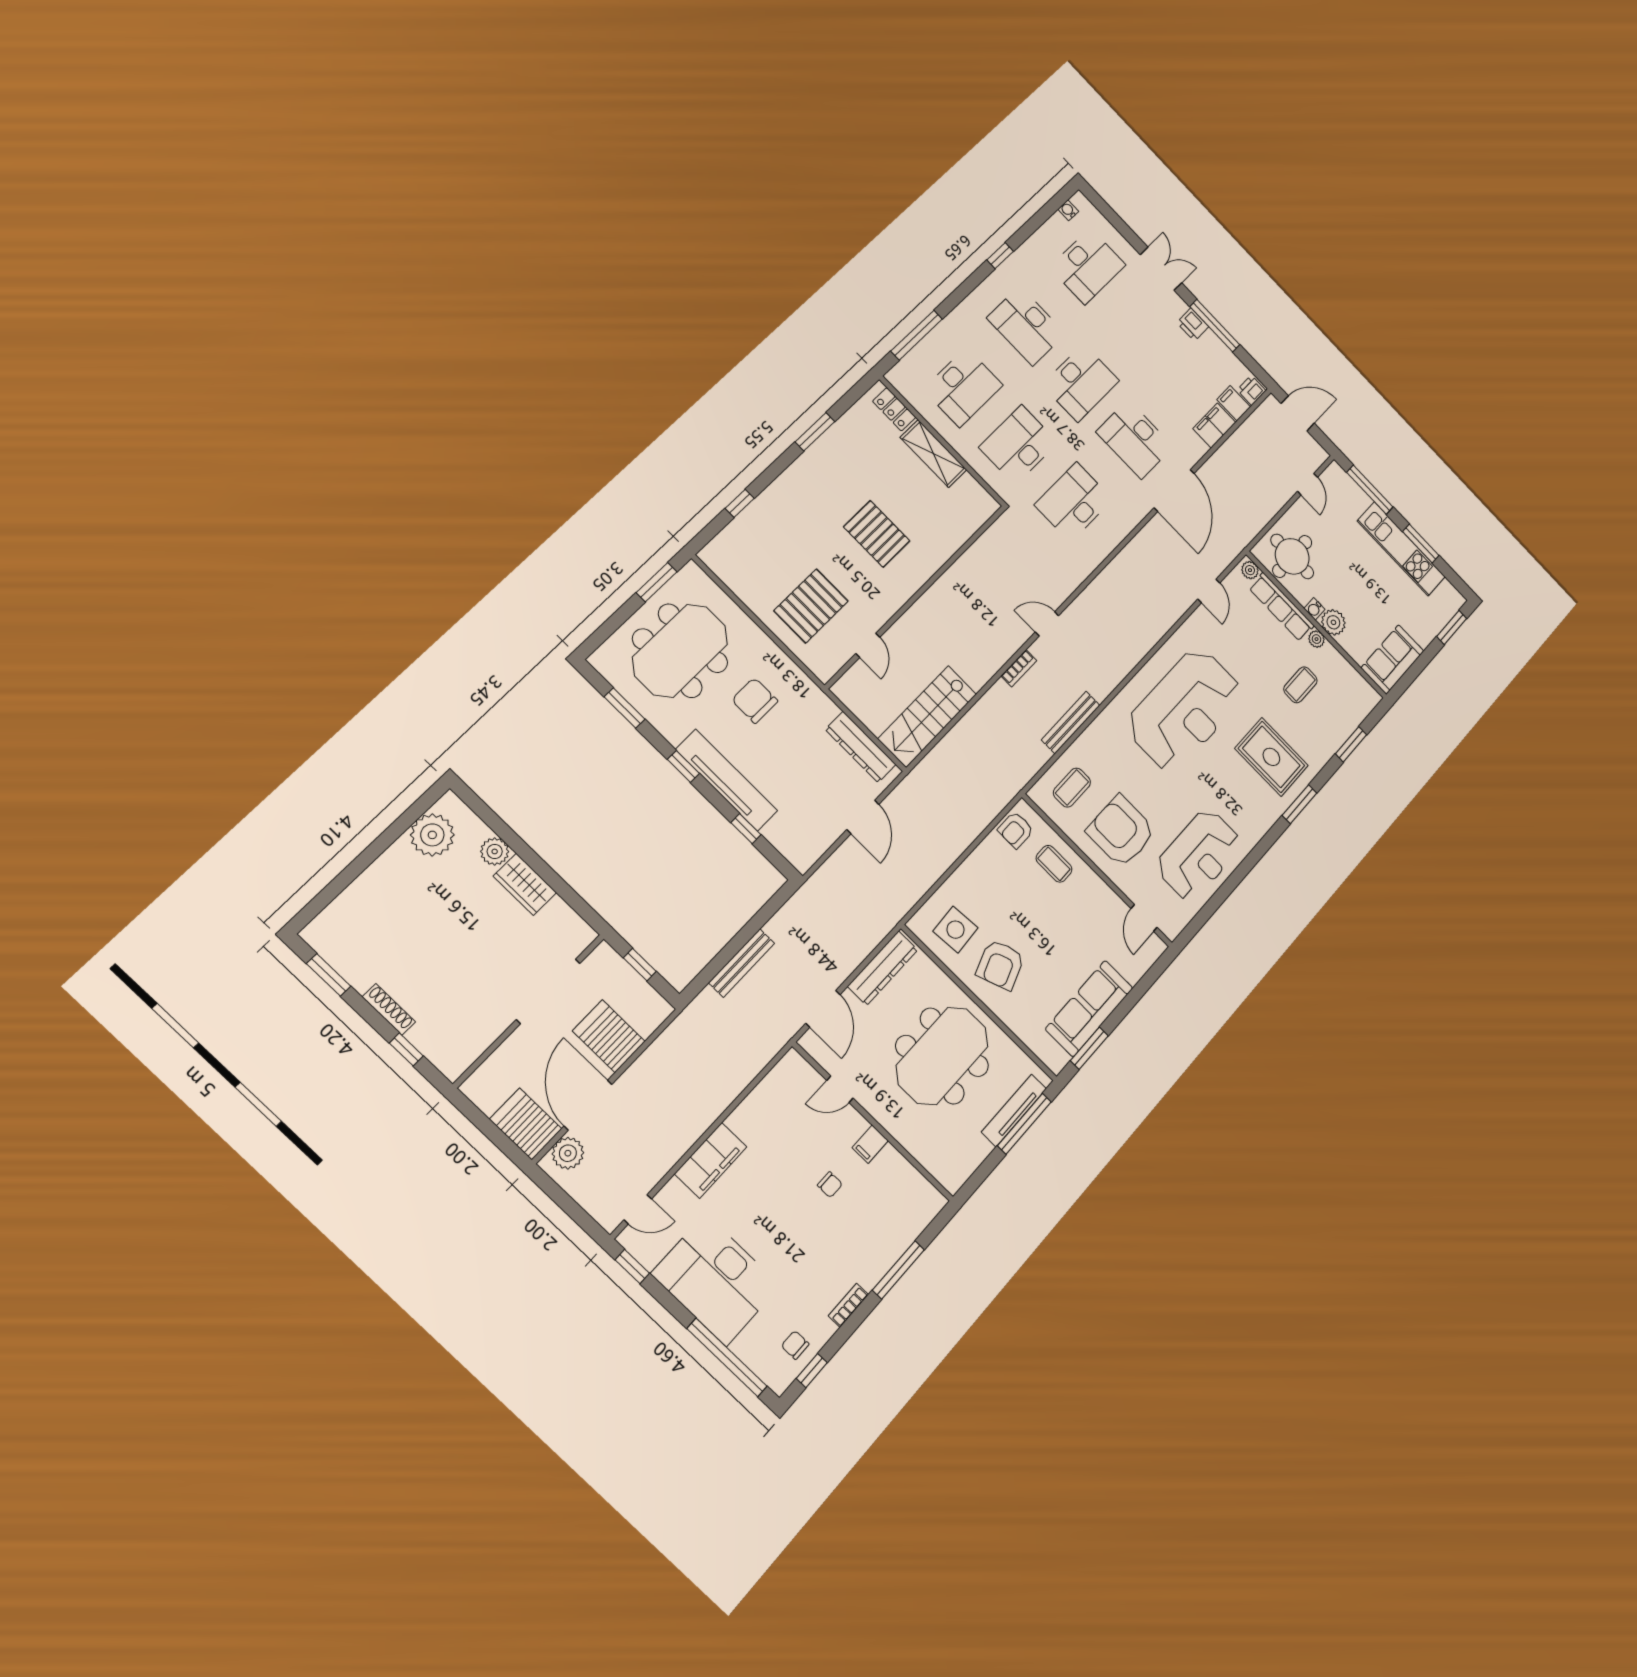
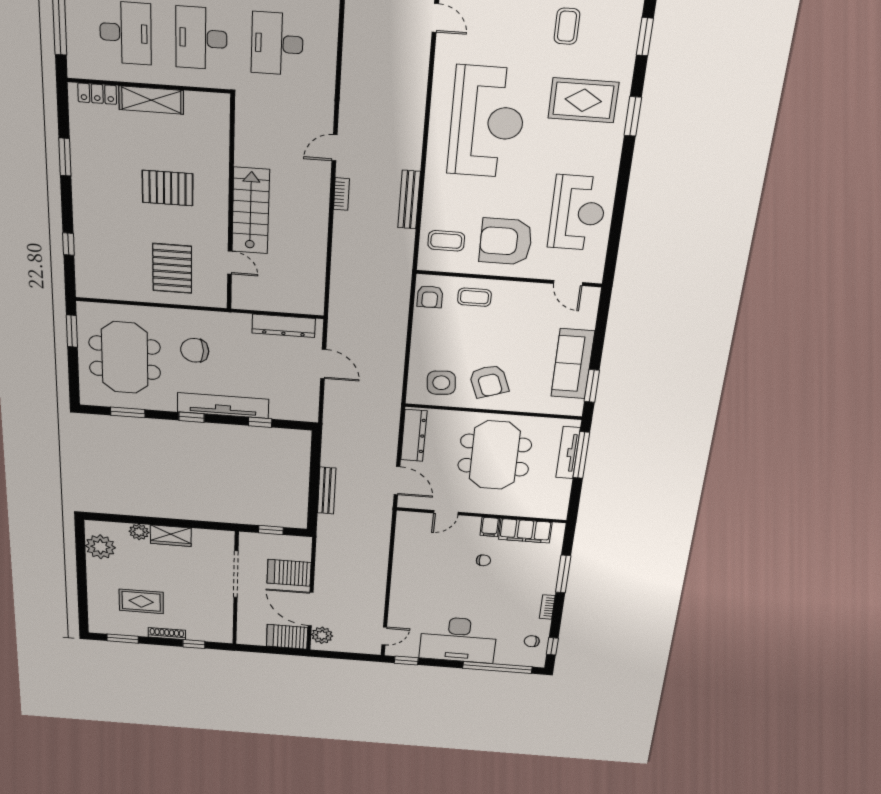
stairs: (927, 716) -> (251, 211), moved, turned 180
coffee table: (1072, 788) -> (446, 241), turned 90
rug: (405, 942) -> (141, 601), added
filing cabinet: (711, 1160) -> (525, 531), moved, turned 90

